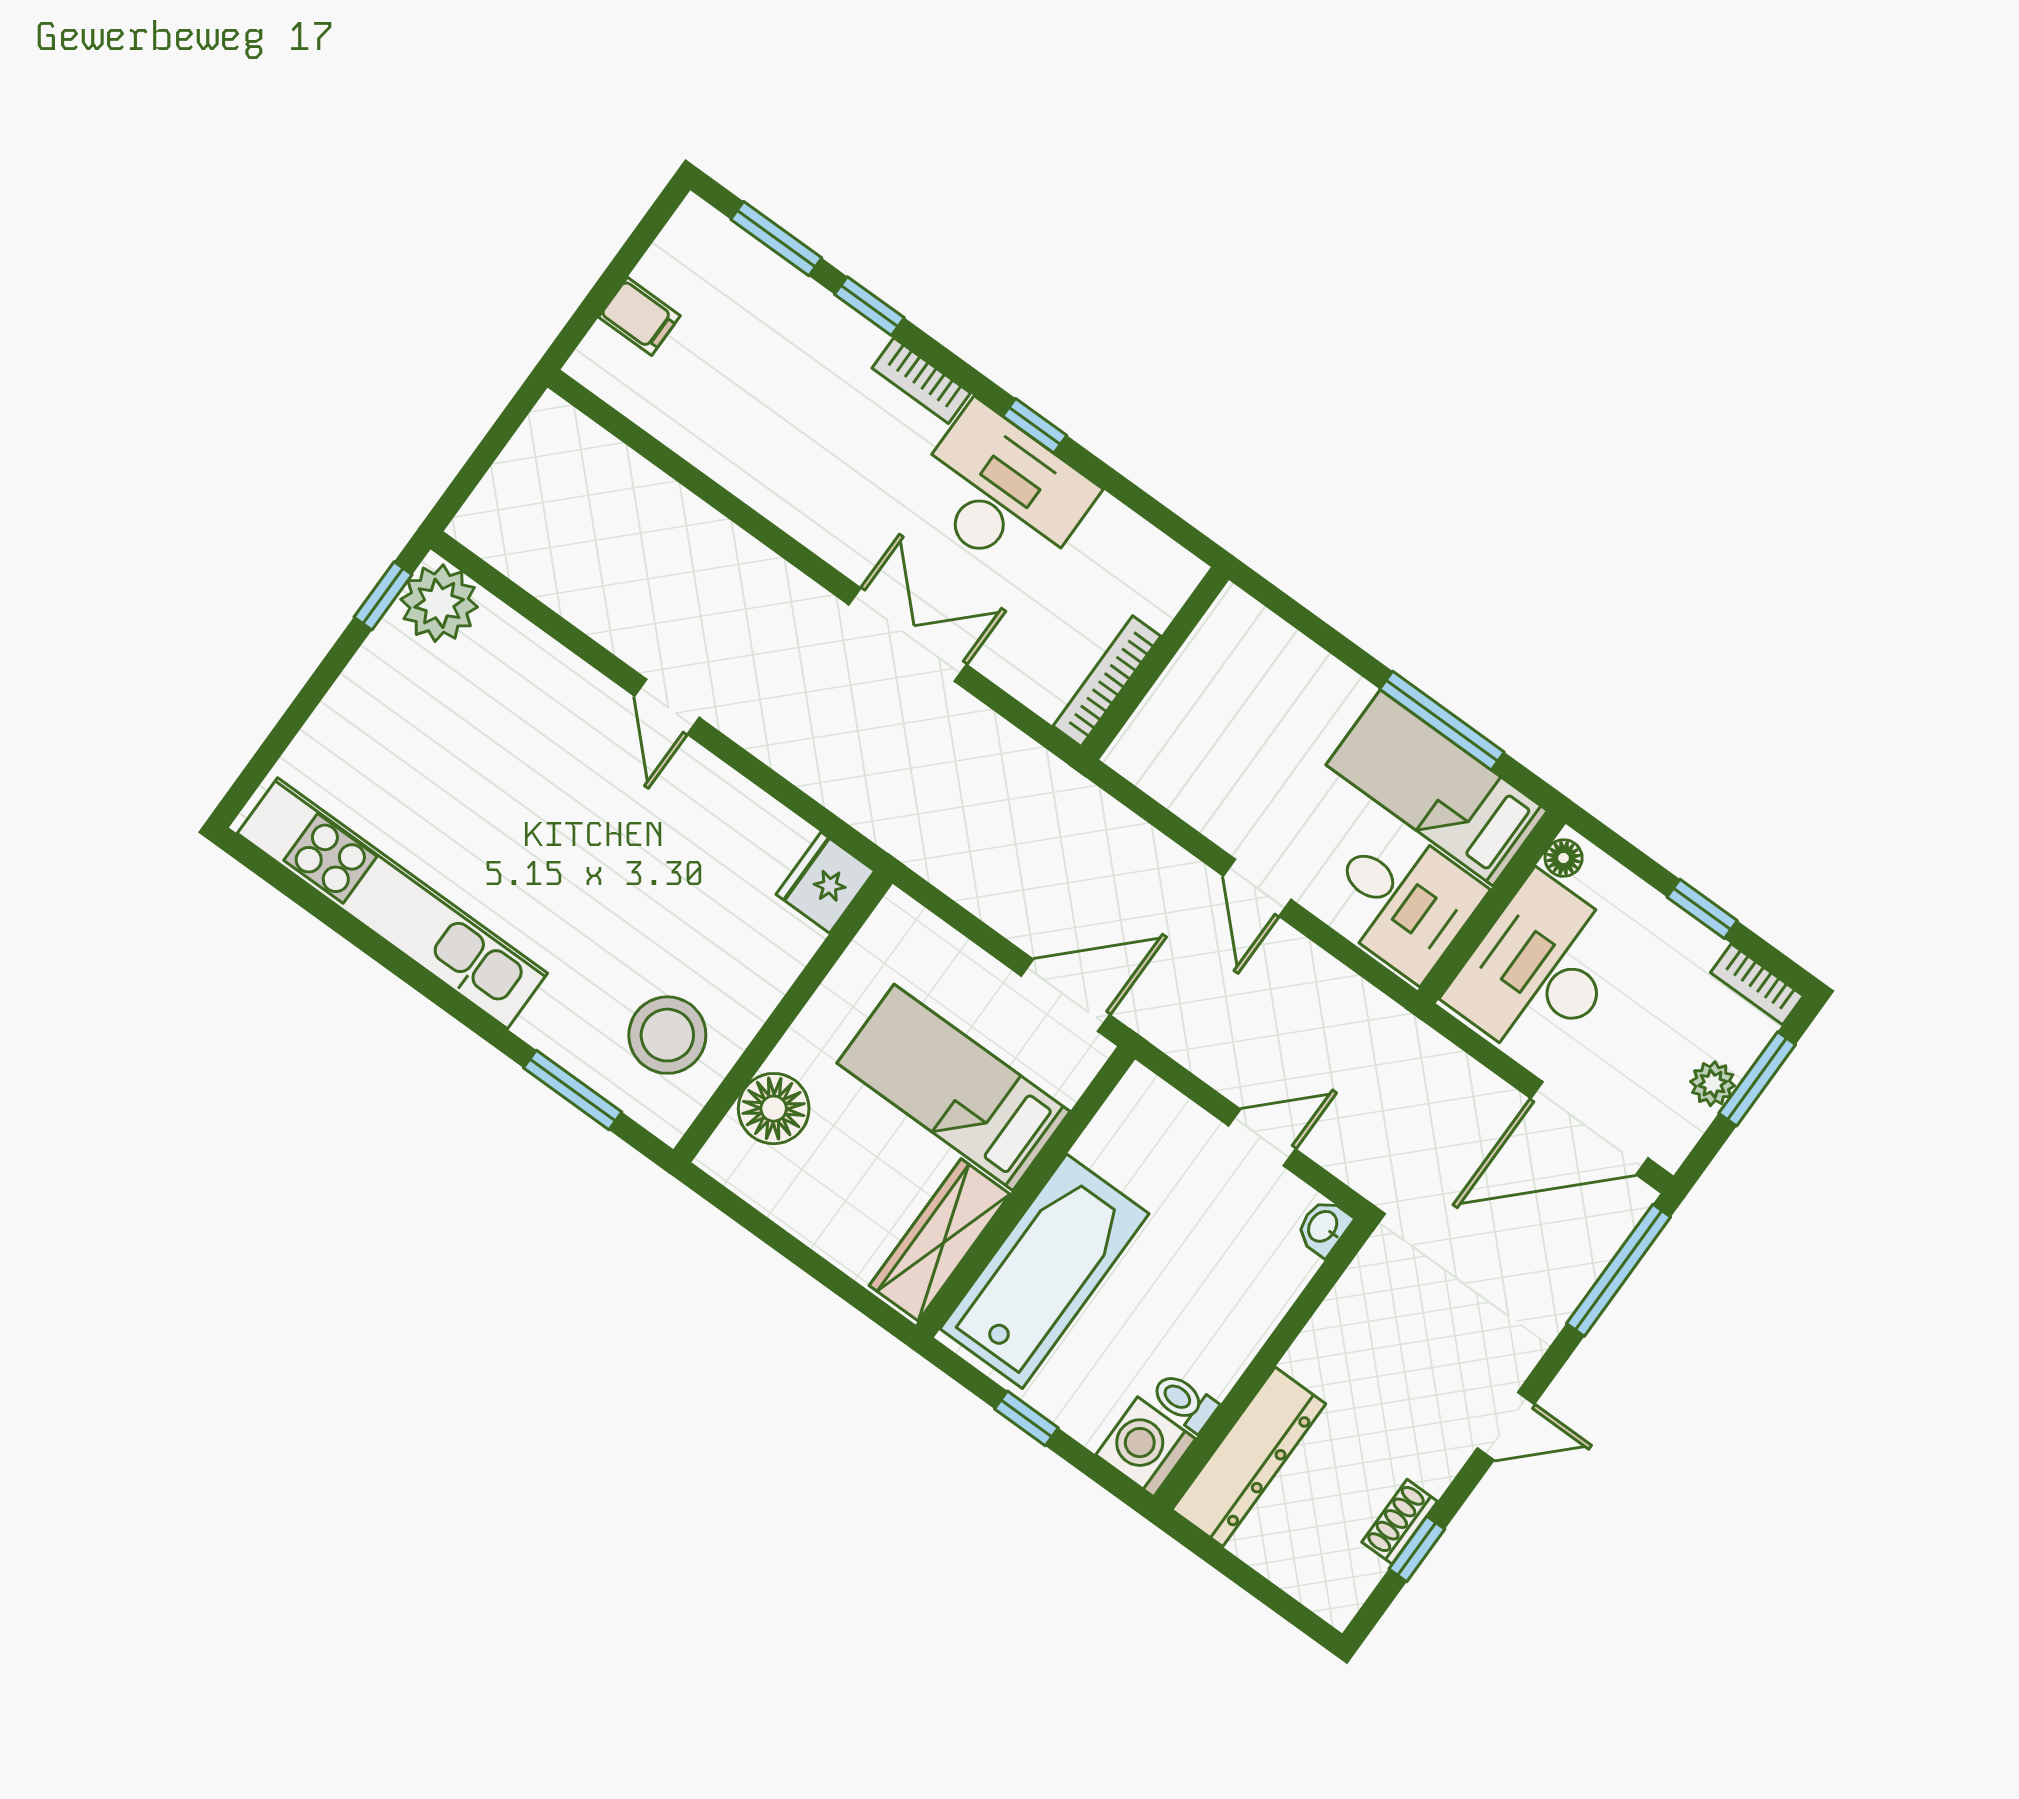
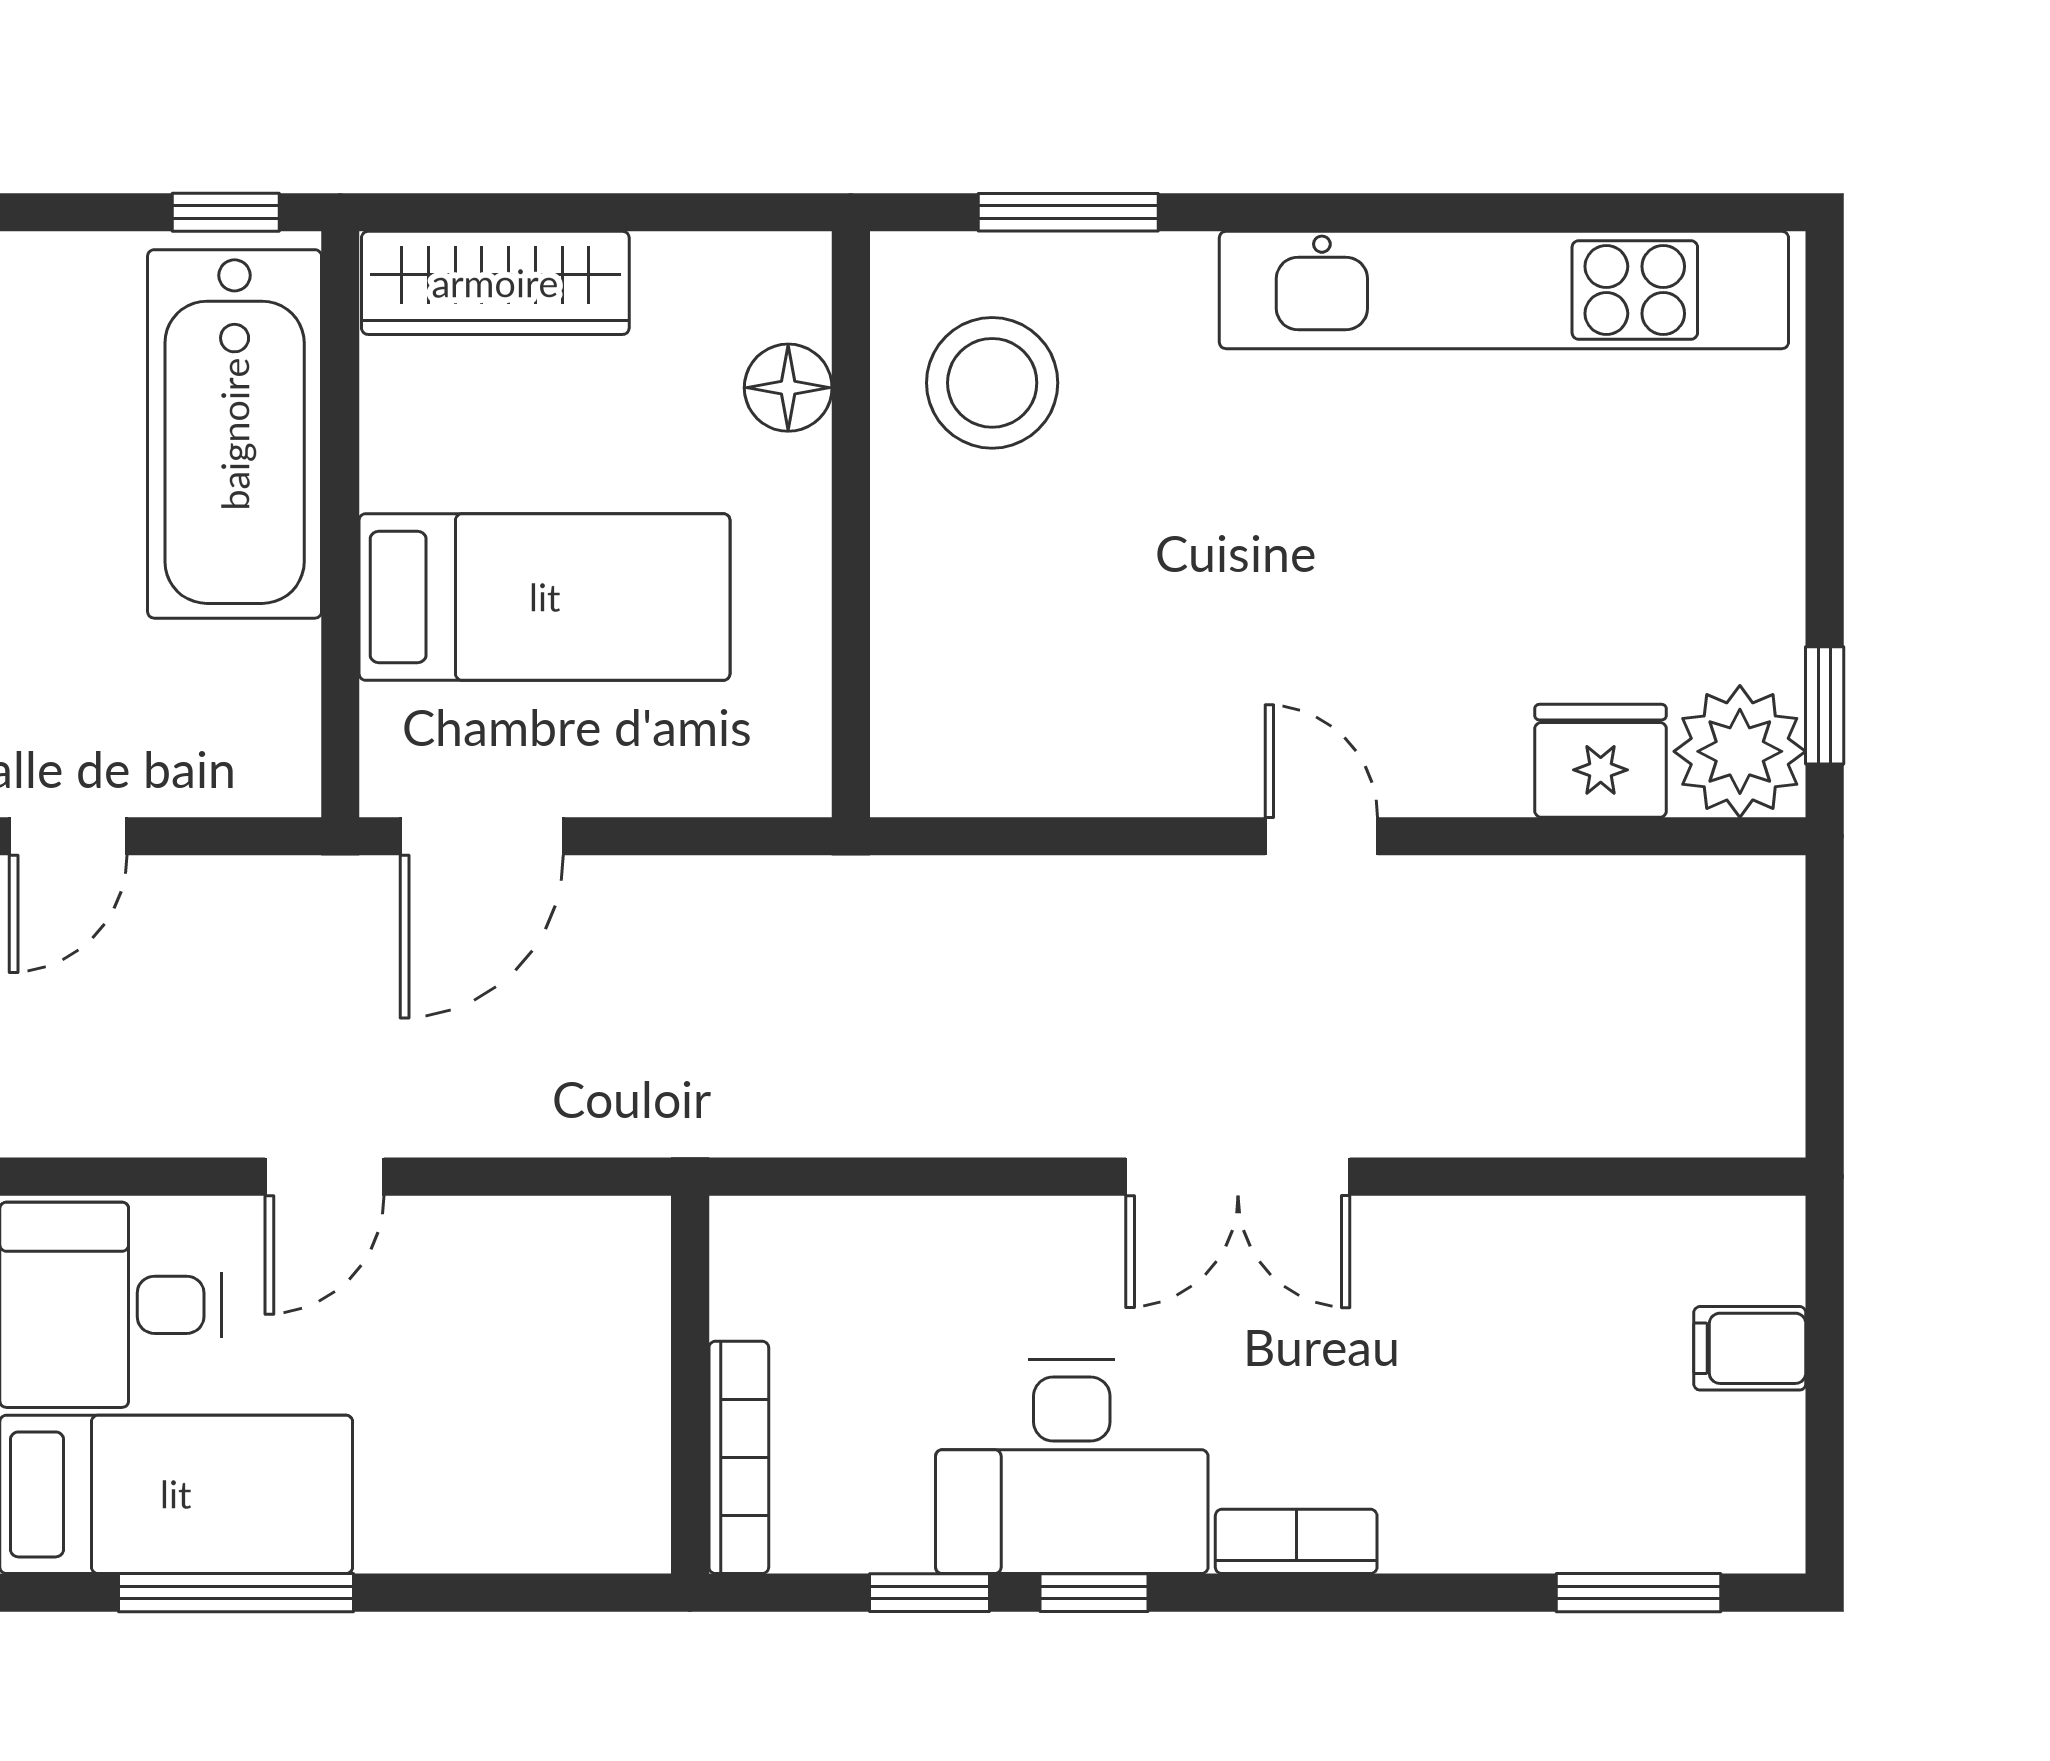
window: (869, 306) -> (930, 1593), moved
double door: (908, 635) -> (1238, 1177), moved
bookcase: (1107, 681) -> (739, 1457), moved
fridge: (825, 883) -> (1601, 761), moved, turned -90
door: (1257, 888) -> (324, 1177), swing flipped
floor lamp: (774, 1109) -> (788, 388), width x0.73, depth x0.73
wardrobe: (940, 1240) -> (495, 283), moved, turned 90
window: (1026, 1418) -> (226, 212), moved

